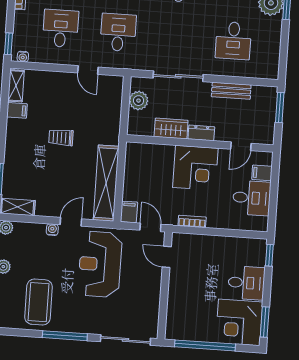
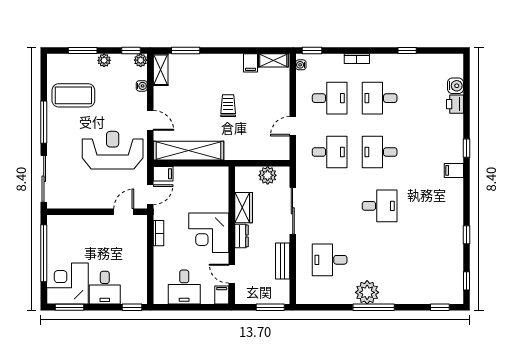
filing cabinet: (262, 173) -> (222, 295), moved
water cooler: (52, 230) -> (142, 86), moved

